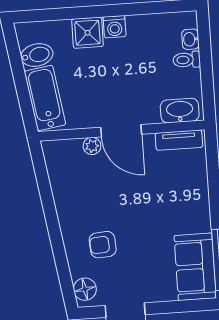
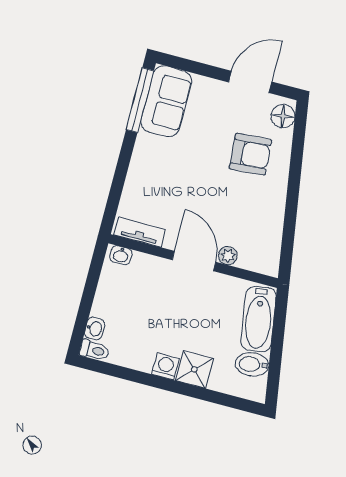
toilet: (187, 60) -> (94, 350), moved
washbasin: (180, 111) -> (121, 255), width x0.52, depth x0.69
armchair: (103, 245) -> (250, 154), width x1.38, depth x1.38

